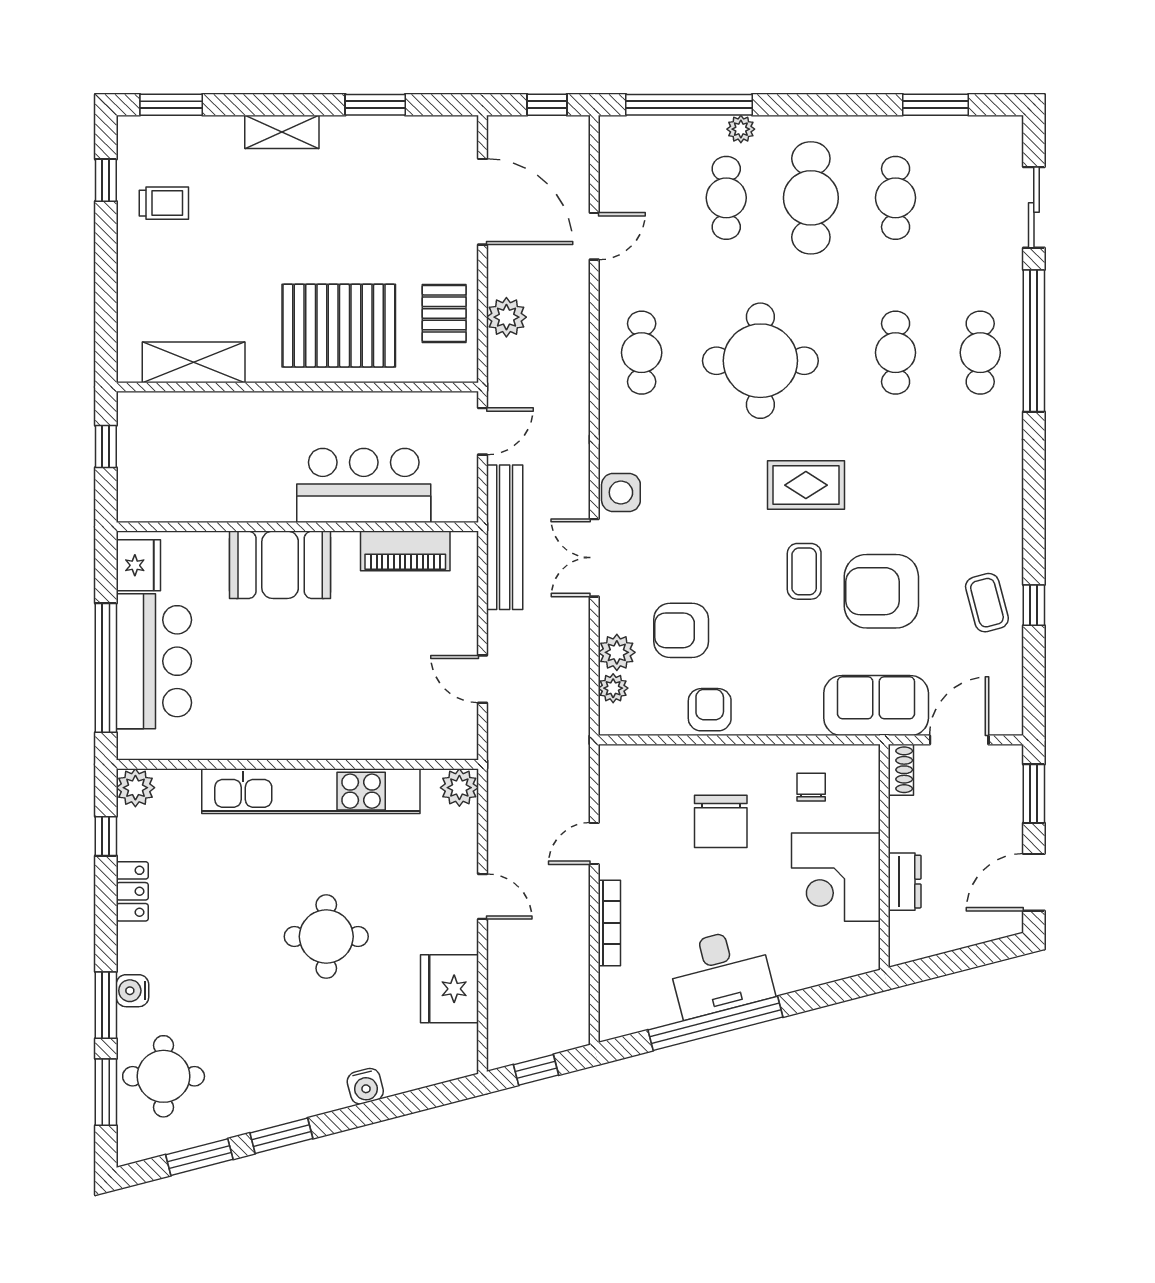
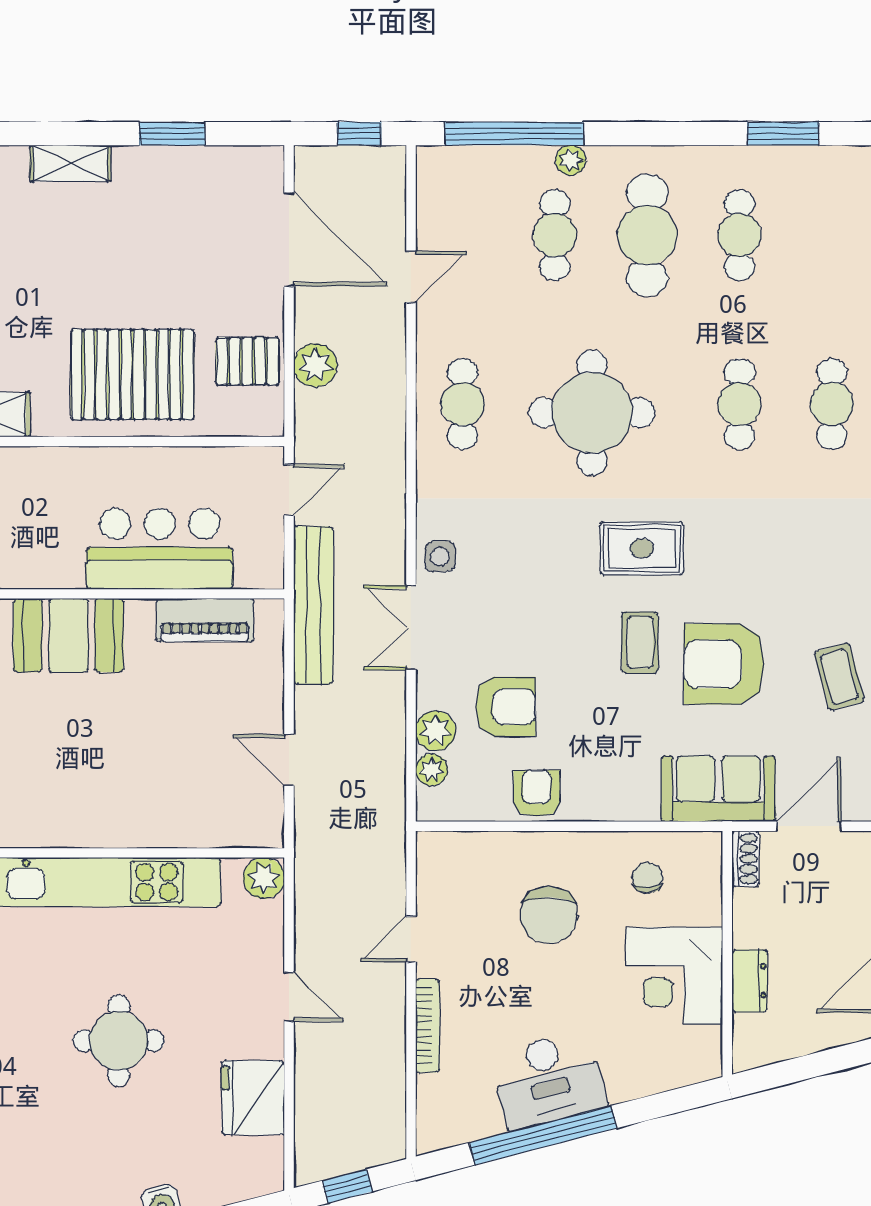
pallet: (444, 313) -> (247, 361), turned 90
side table: (621, 492) -> (440, 556), width x0.73, depth x0.73
armchair: (681, 630) -> (506, 707), turned 180

